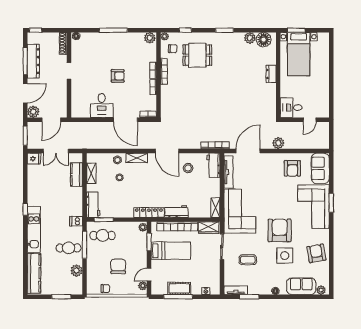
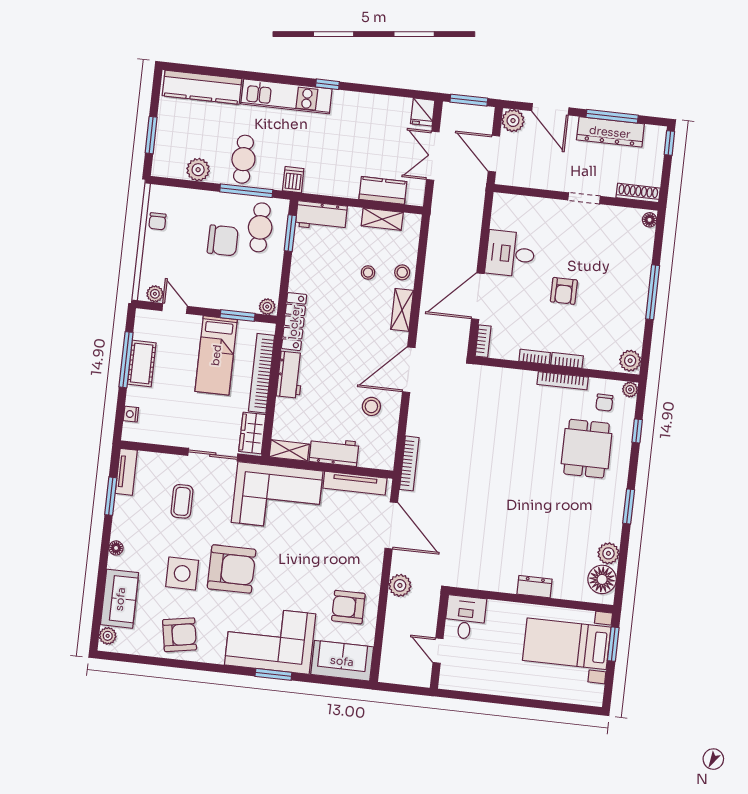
workbench: (213, 165) -> (334, 452), moved
chair: (118, 266) -> (223, 240), moved

